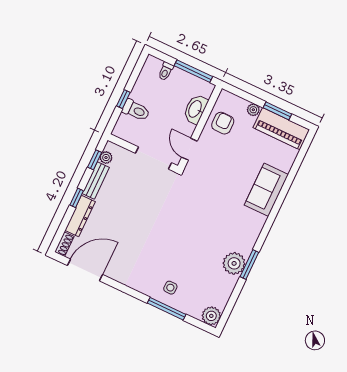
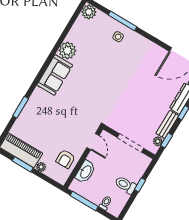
toilet: (136, 110) -> (126, 185), moved
doorway: (154, 158) -> (130, 143), moved
sofa: (266, 190) -> (55, 75), moved
window: (249, 265) -> (21, 107), moved

